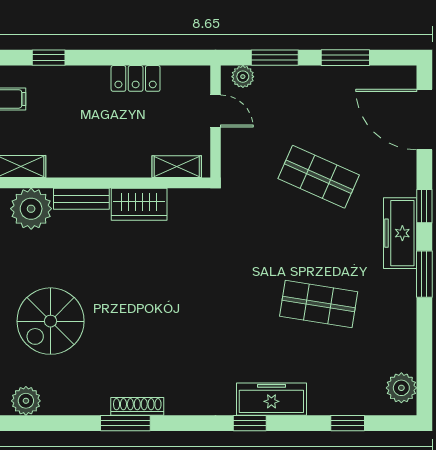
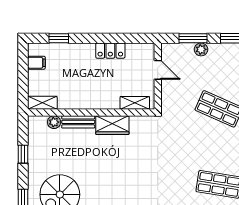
plant: (243, 77) -> (201, 49), moved
plant: (31, 209) -> (54, 122), width x0.53, depth x0.53

